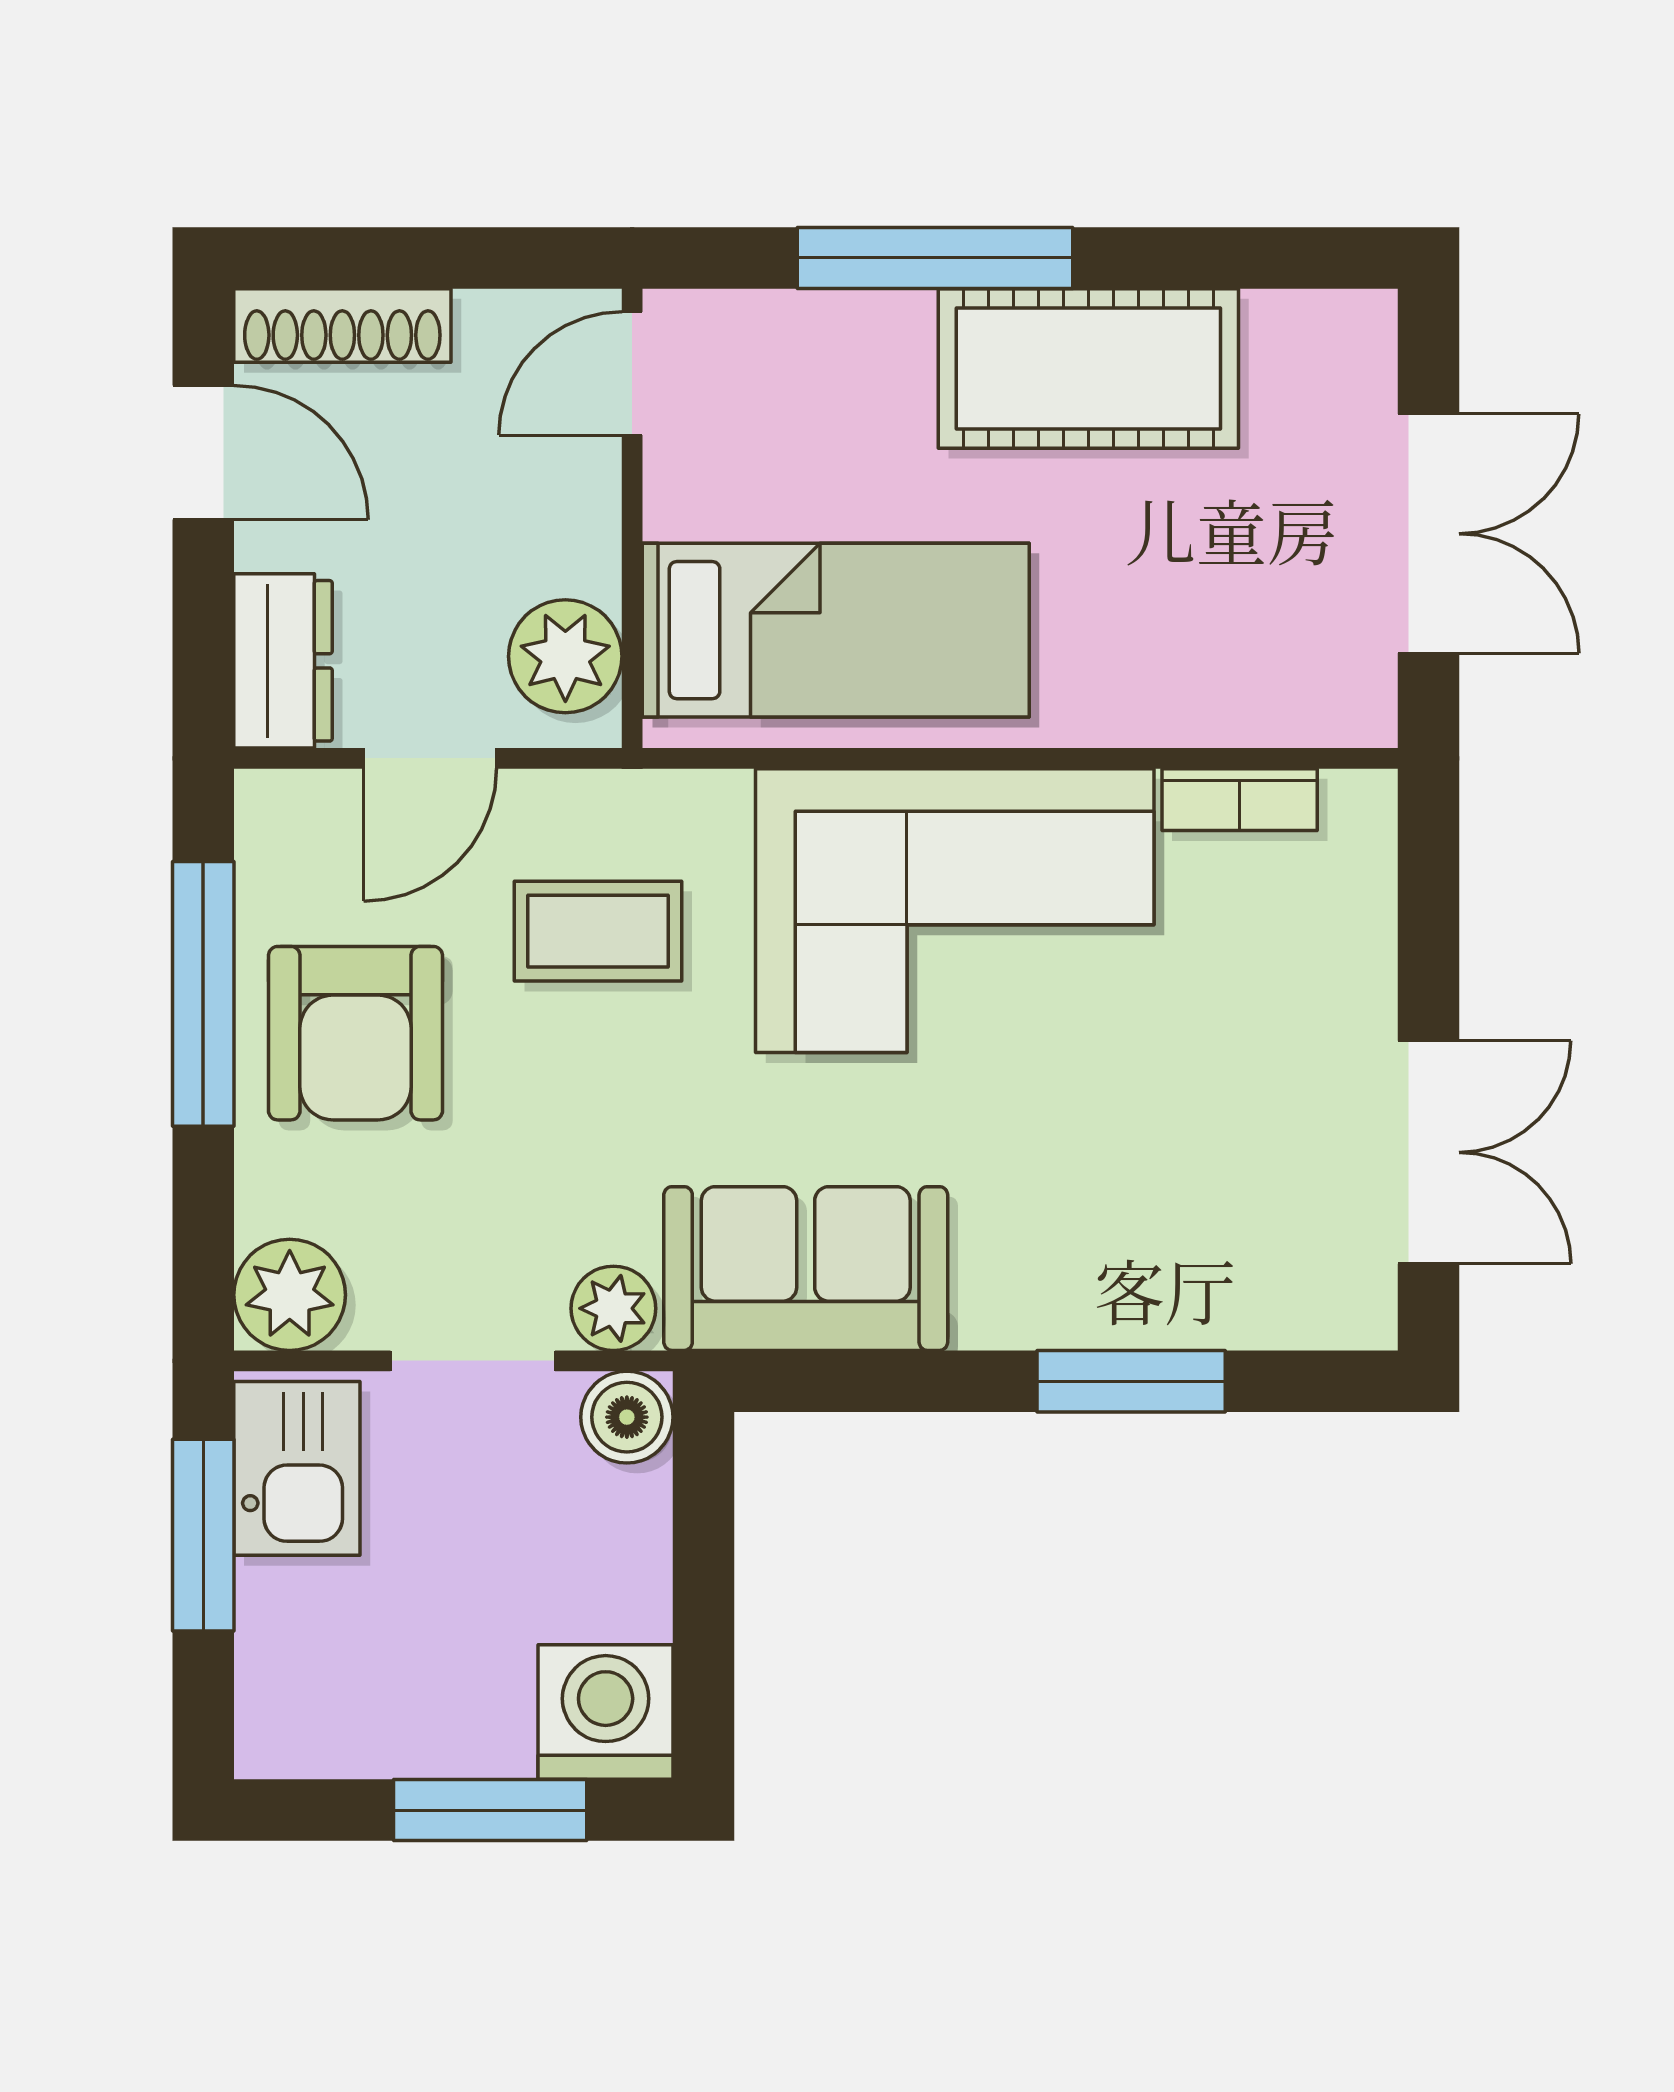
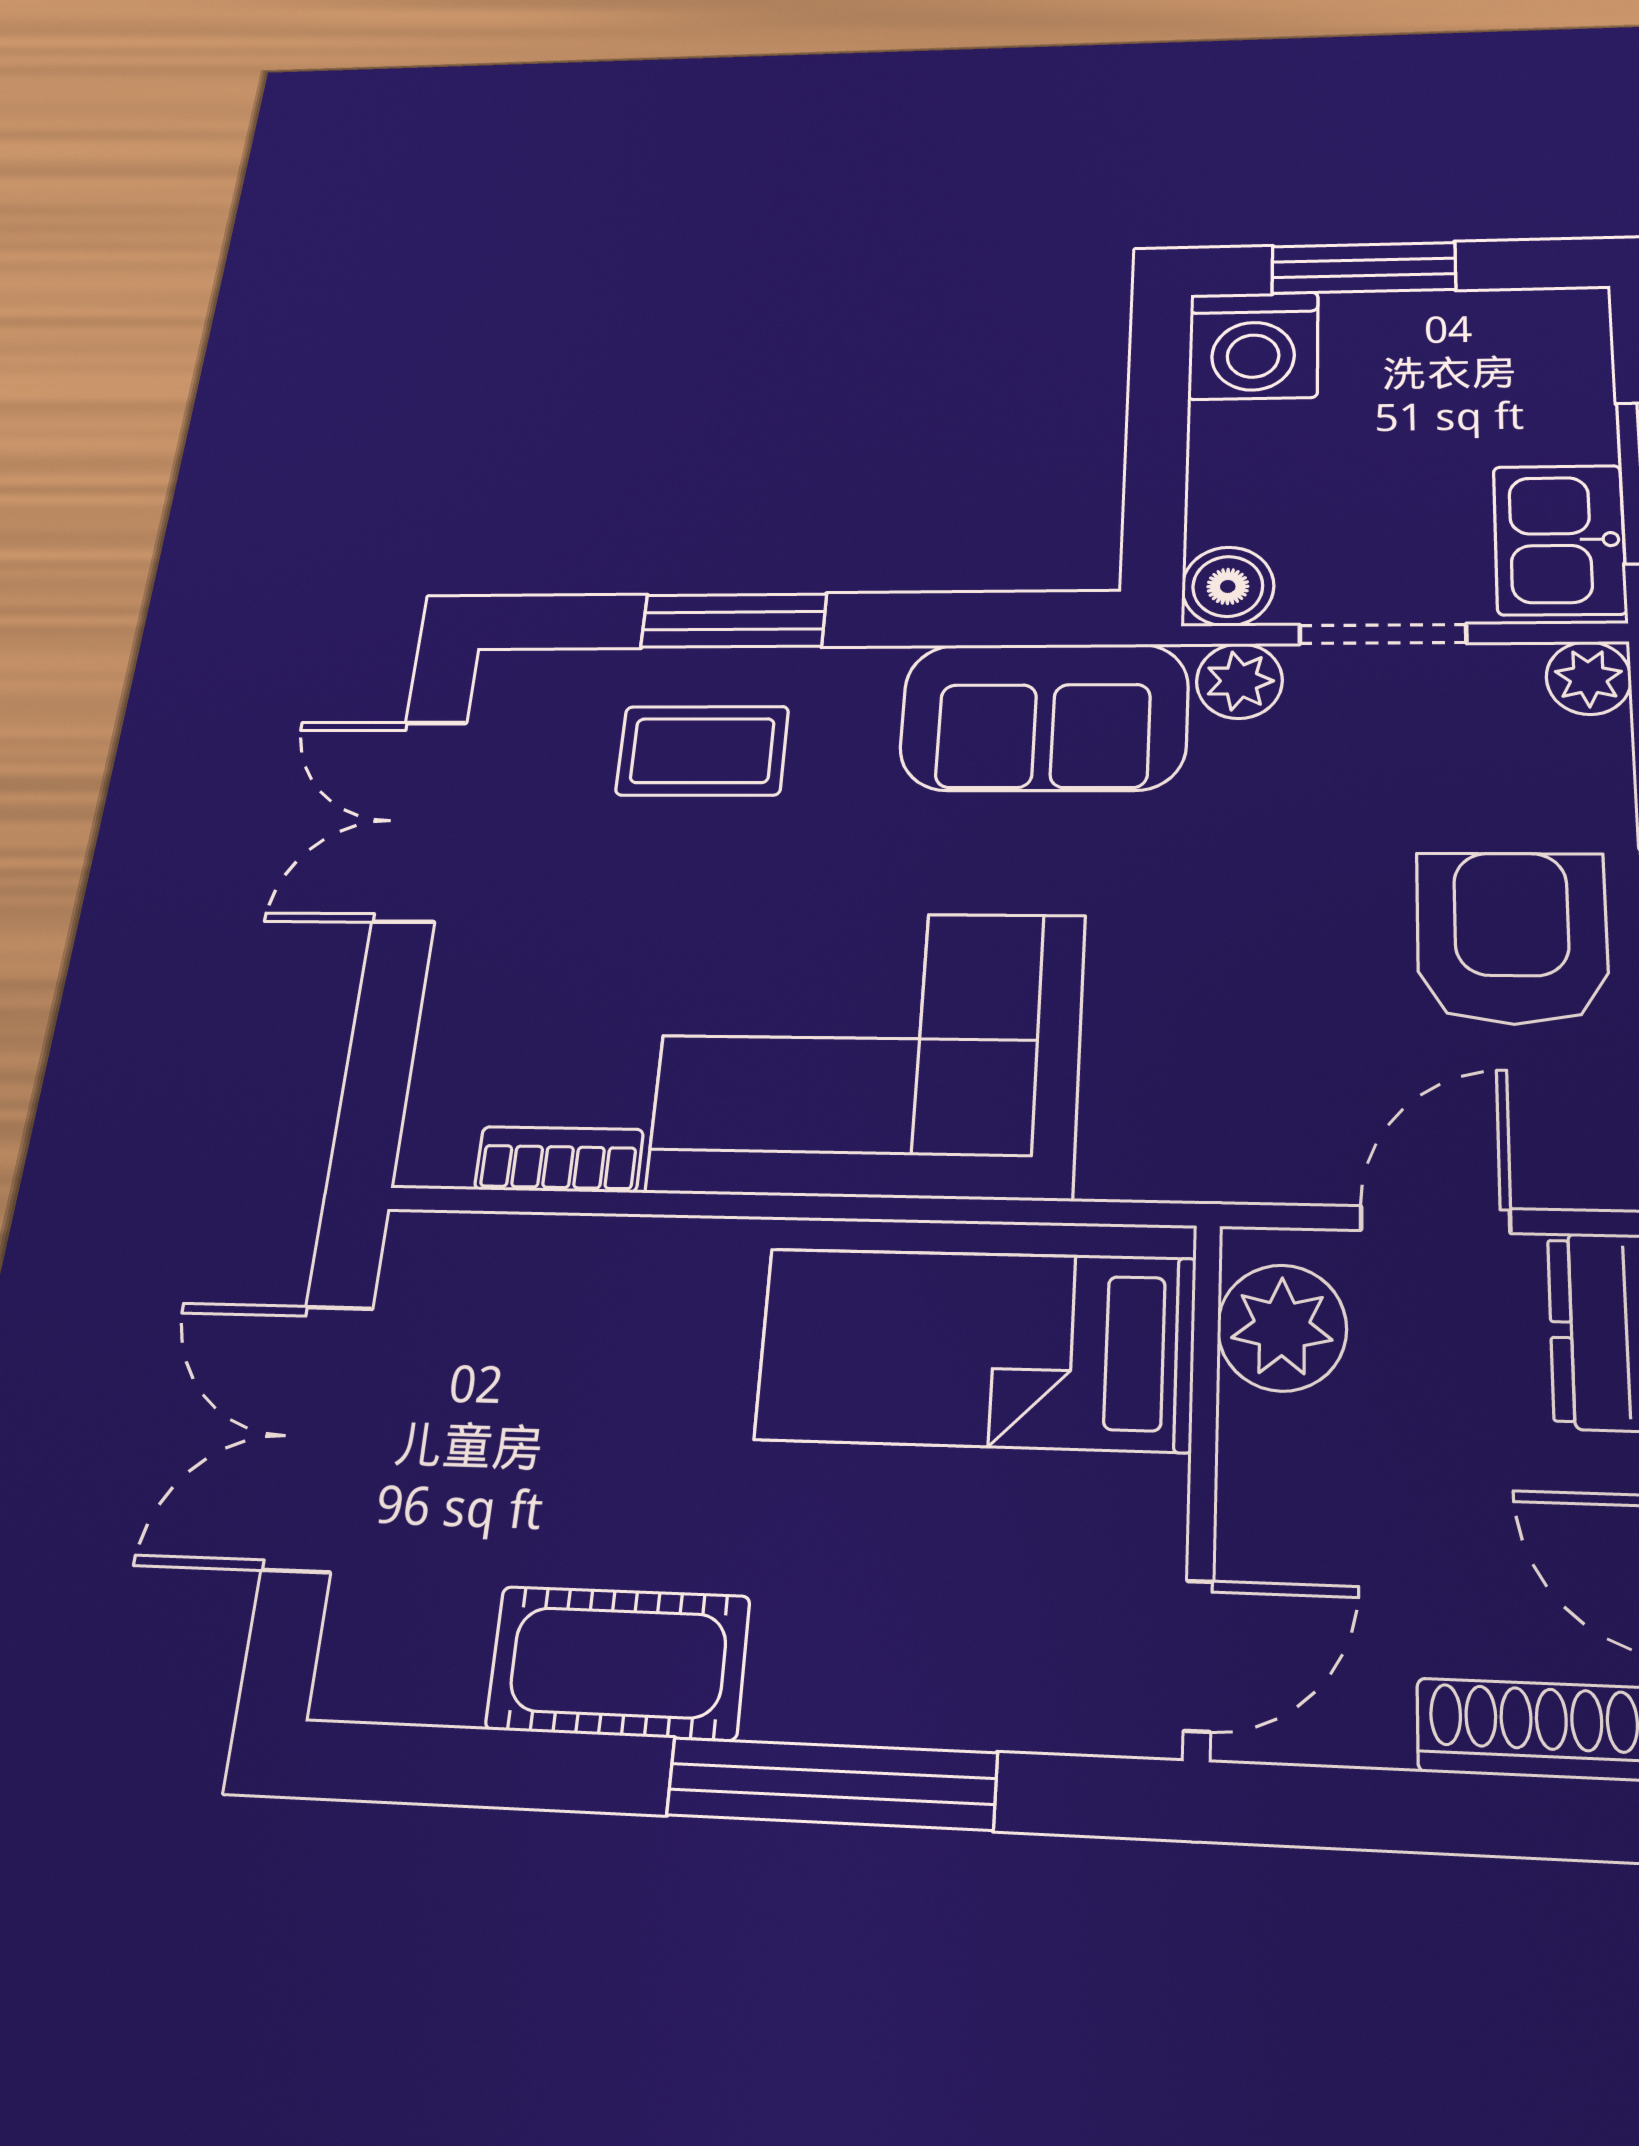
cot: (1088, 368) -> (618, 1663), width x0.73, depth x0.75
coffee table: (598, 931) -> (702, 751), moved
plant: (290, 1295) -> (1589, 678), width x0.73, depth x0.73

